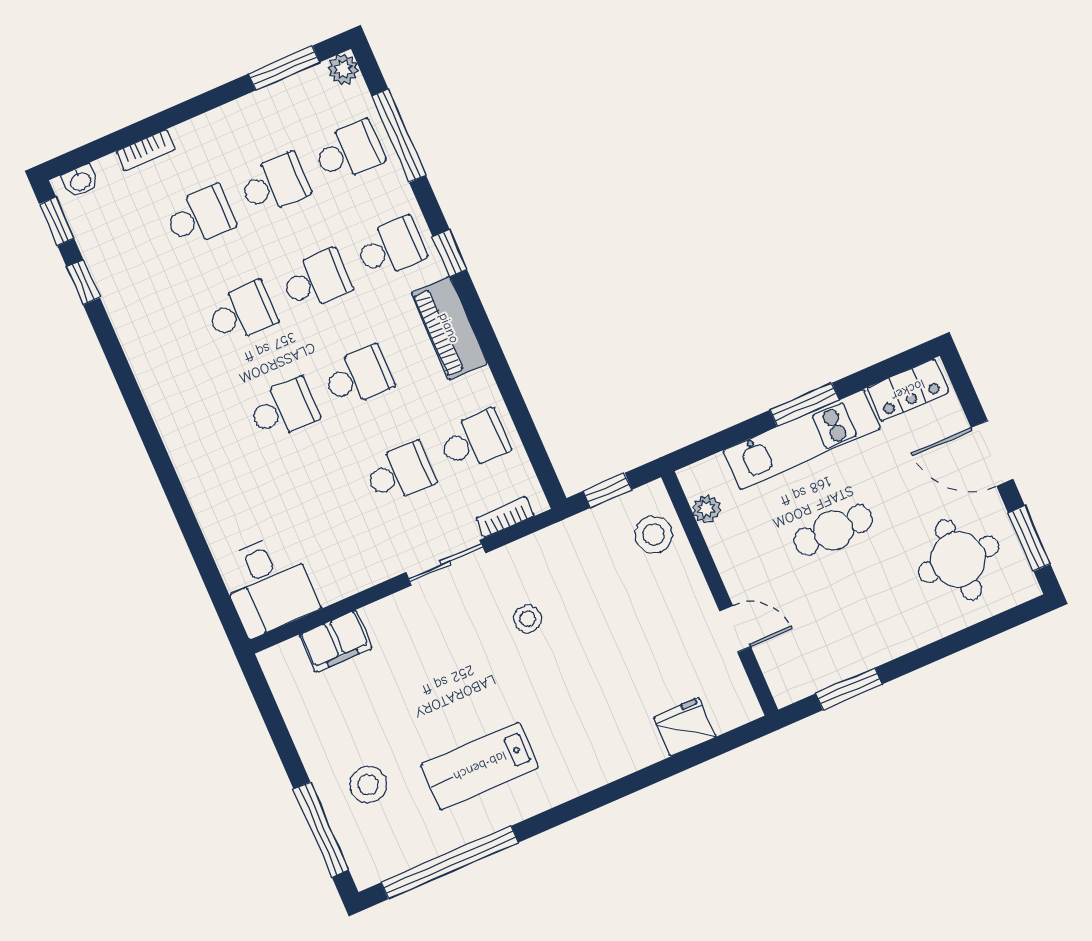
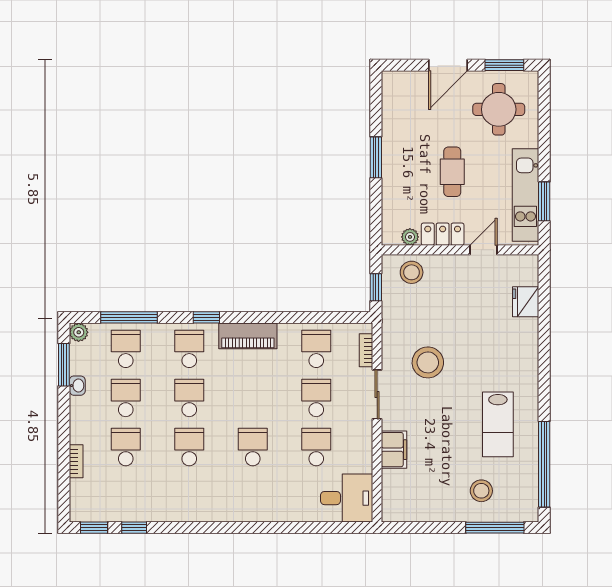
washbasin: (80, 181) -> (77, 386), moved
school desk: (358, 377) -> (316, 447), moved
locker: (908, 390) -> (443, 234), moved, turned -90
kitchen unit: (802, 439) -> (525, 195), moved, turned 180
stool: (528, 619) -> (428, 362), width x1.89, depth x1.89
filing cabinet: (336, 641) -> (394, 450), moved

